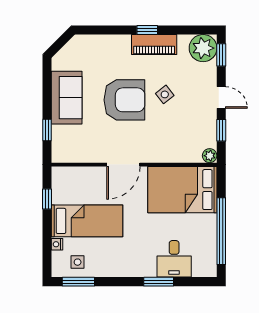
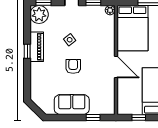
armchair: (124, 100) -> (73, 66), width x0.53, depth x0.53

